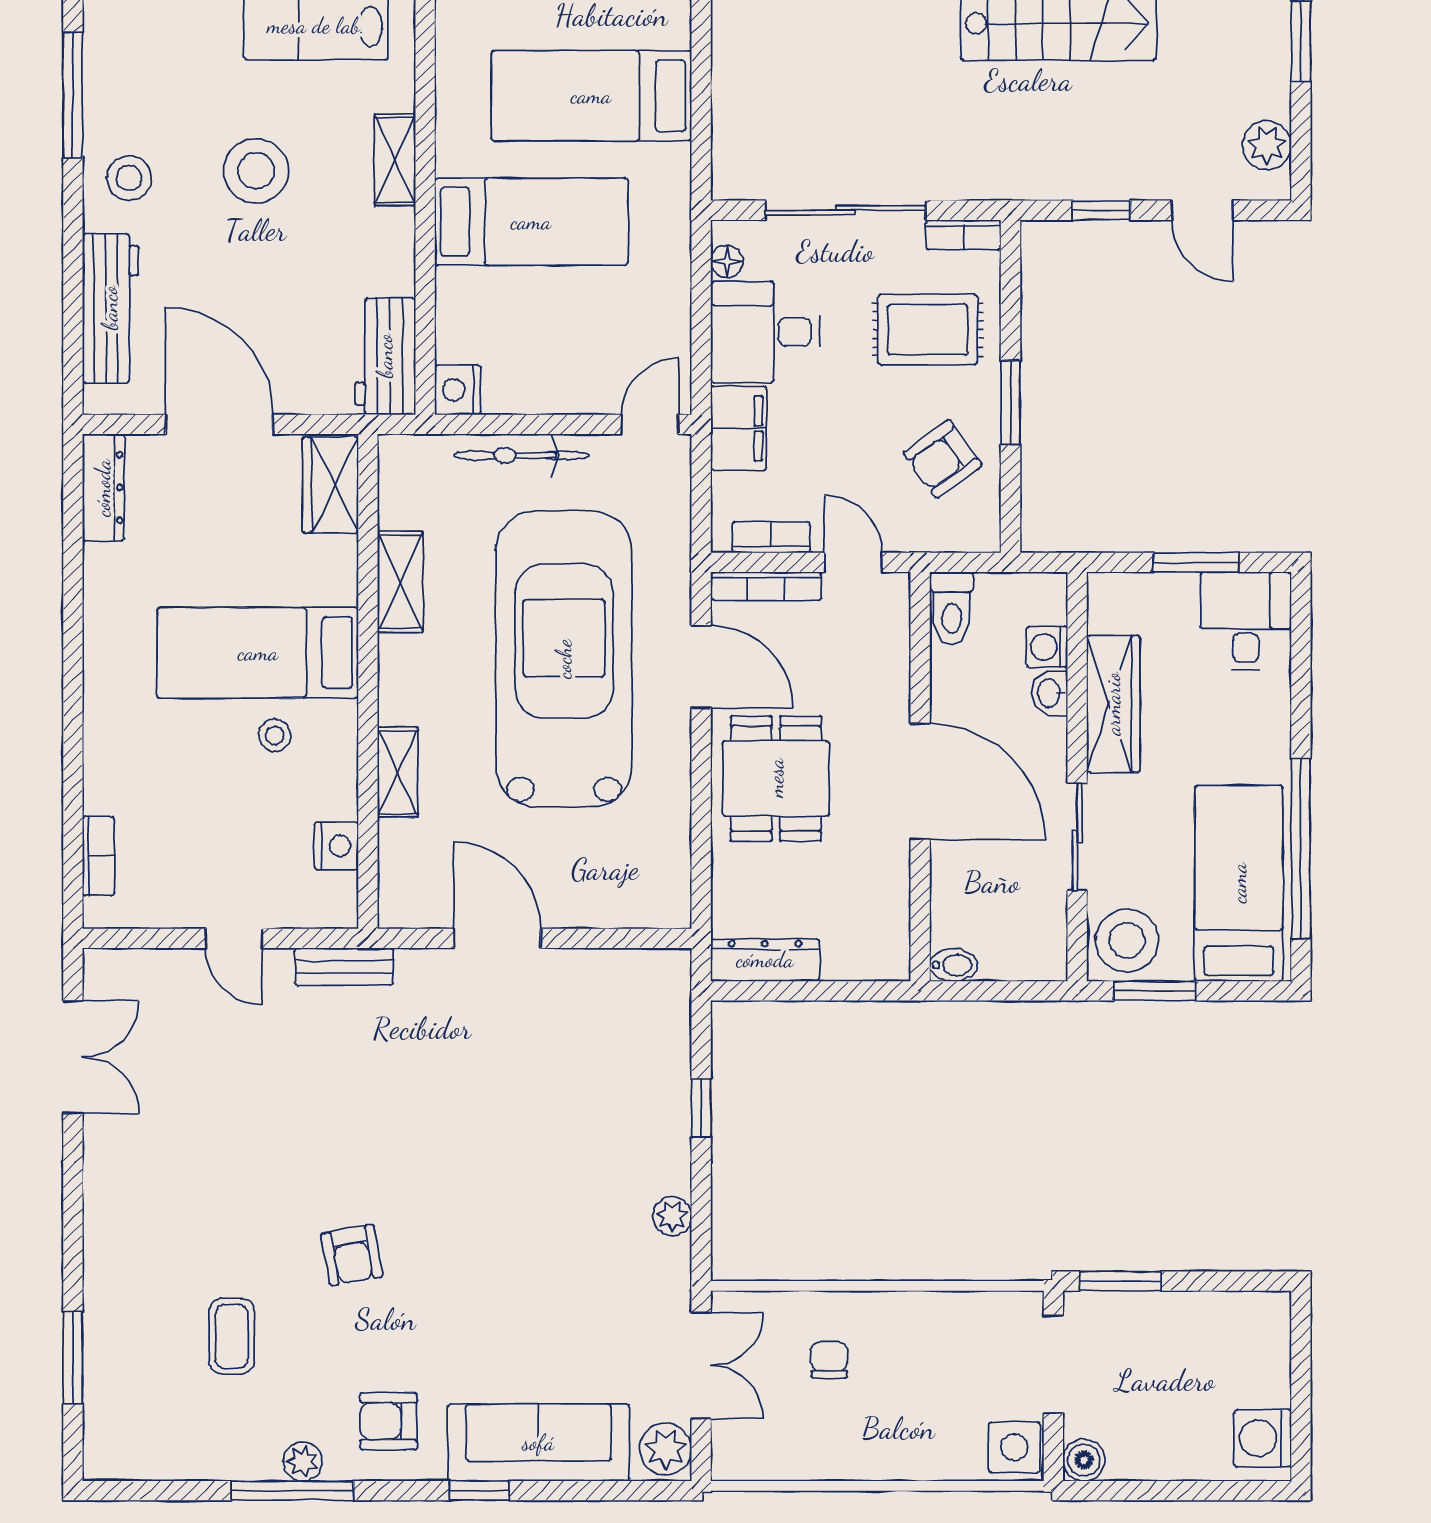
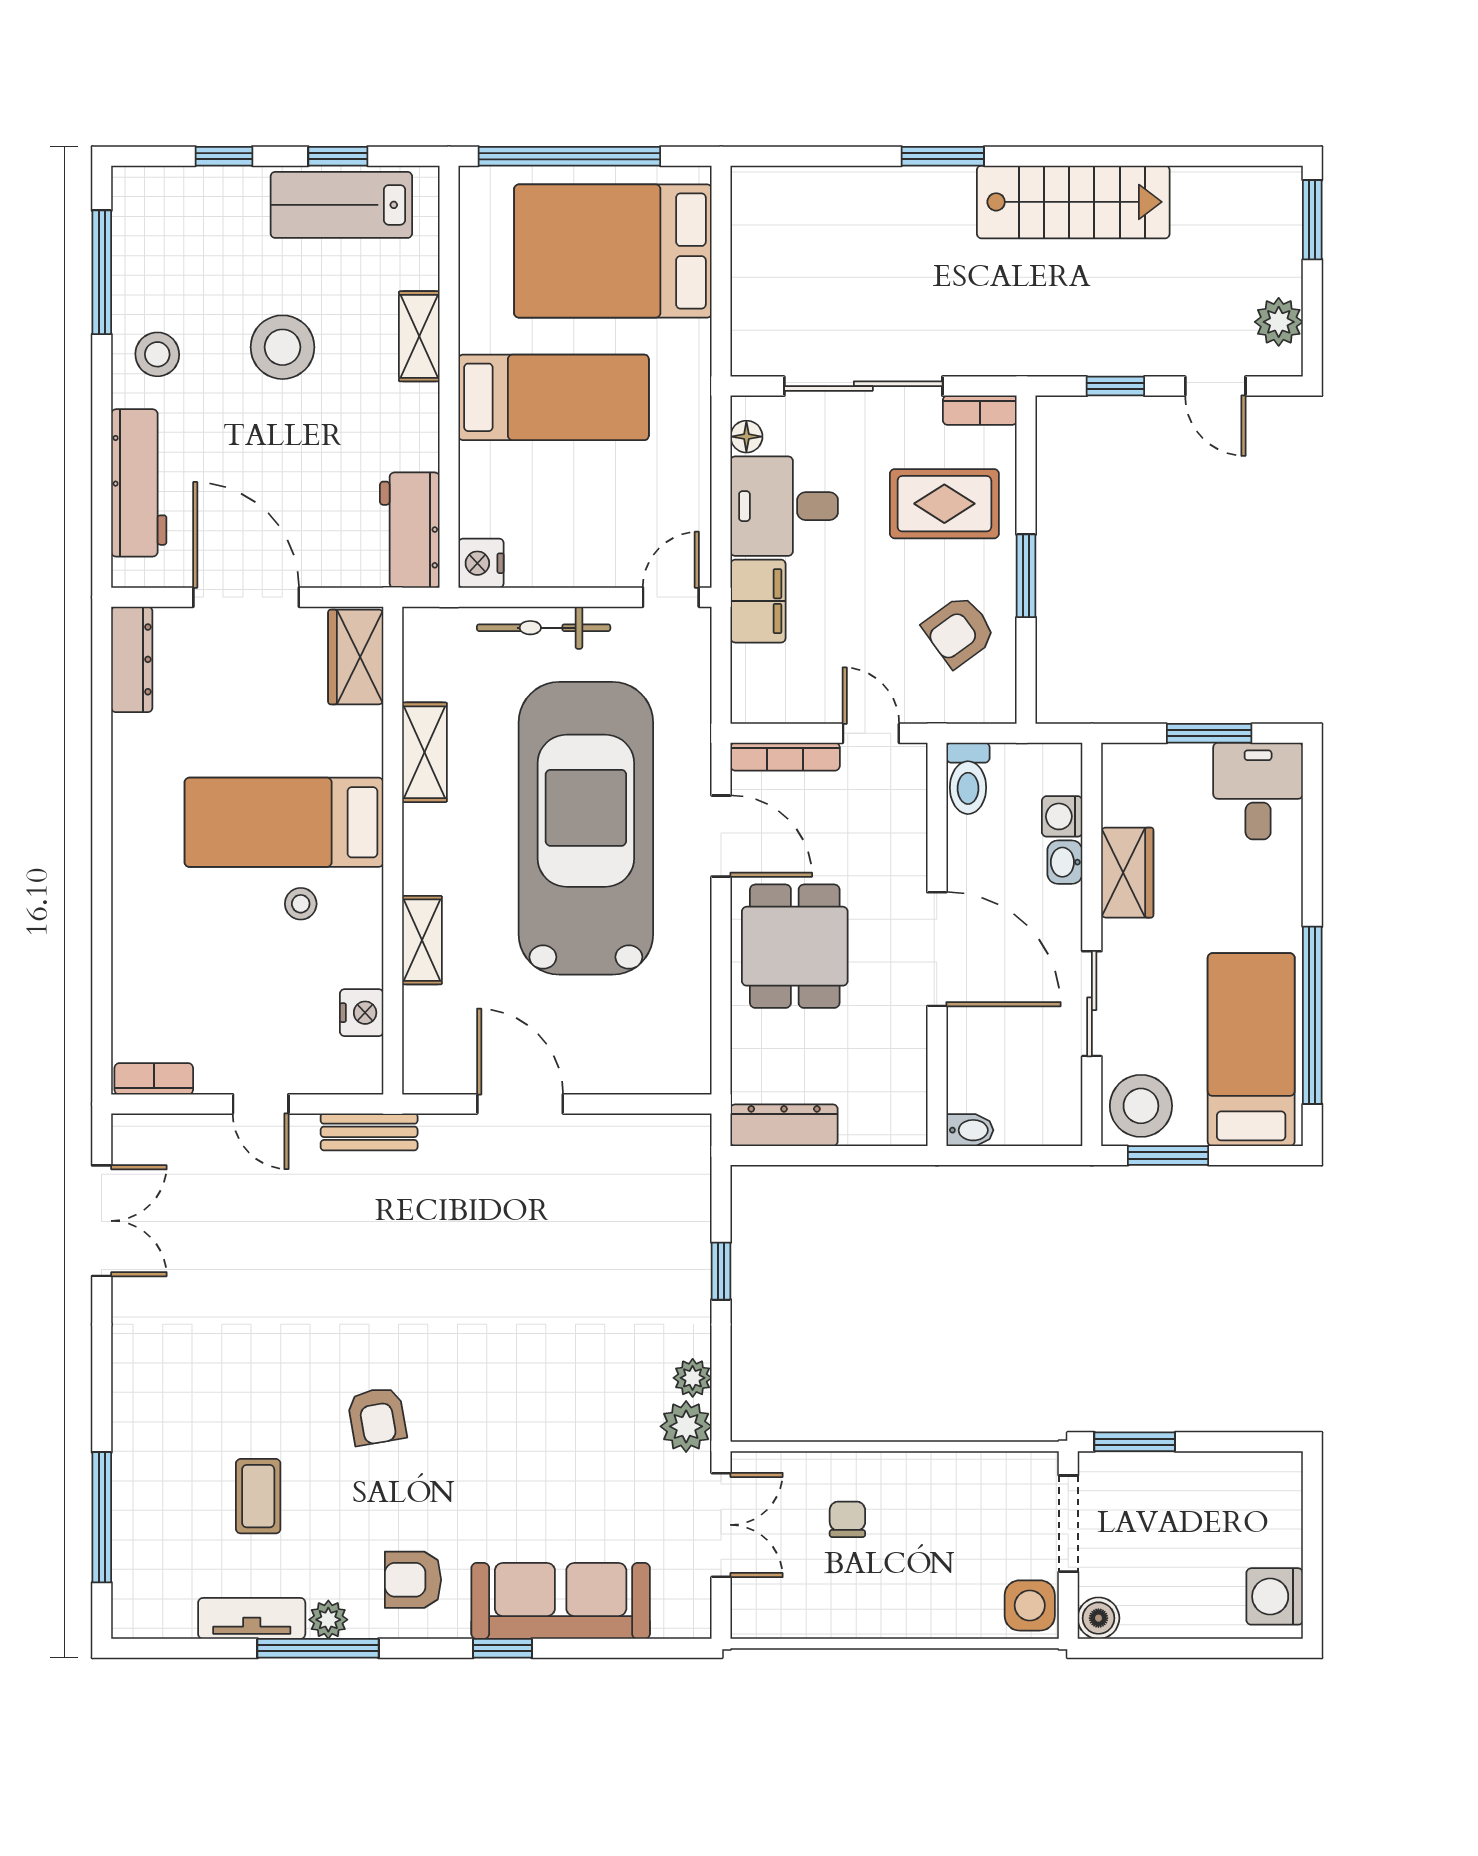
bed: (591, 96) -> (613, 251), width x1.50
bookcase: (771, 537) -> (790, 709), removed
wardrobe: (1113, 704) -> (1127, 873), width x0.67
bookcase: (98, 856) -> (154, 1079), moved, turned -90
window: (73, 1358) -> (102, 1517), width x1.44
plant: (666, 1449) -> (686, 1426), moved
tv unit: (225, 1460) -> (252, 1618), added

